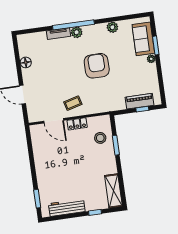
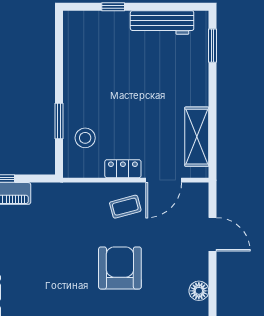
armchair: (97, 66) -> (120, 268), moved, turned 180
door: (54, 121) -> (164, 180), swing flipped
shelving: (113, 191) -> (197, 137), moved

